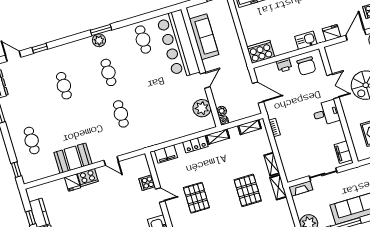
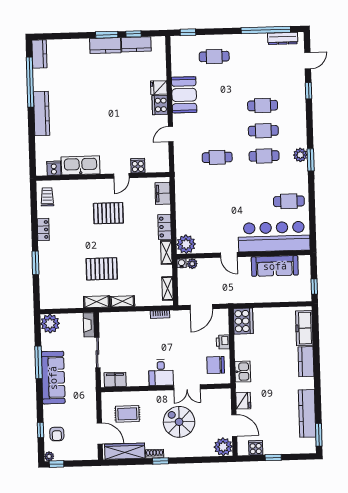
cafe table: (86, 79) -> (263, 131), added
plant: (202, 108) -> (186, 244), moved

